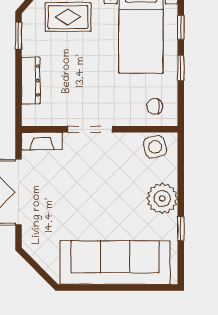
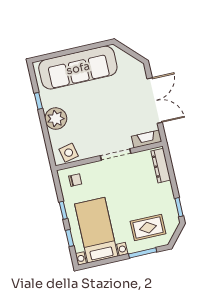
dresser: (31, 81) -> (161, 166), moved

